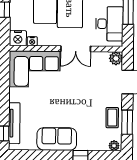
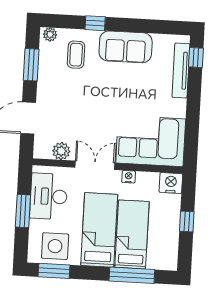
nightstand: (32, 41) -> (129, 177), moved
plant: (116, 58) -> (61, 151), moved
coffee table: (112, 118) -> (76, 55), moved

